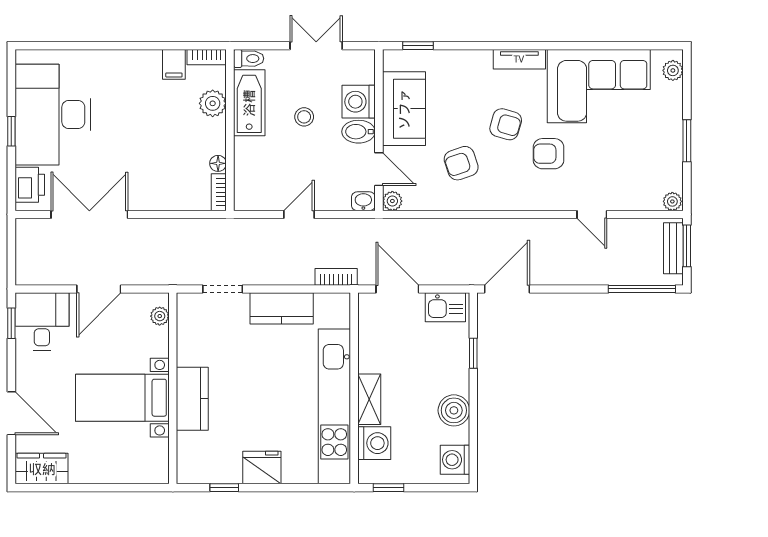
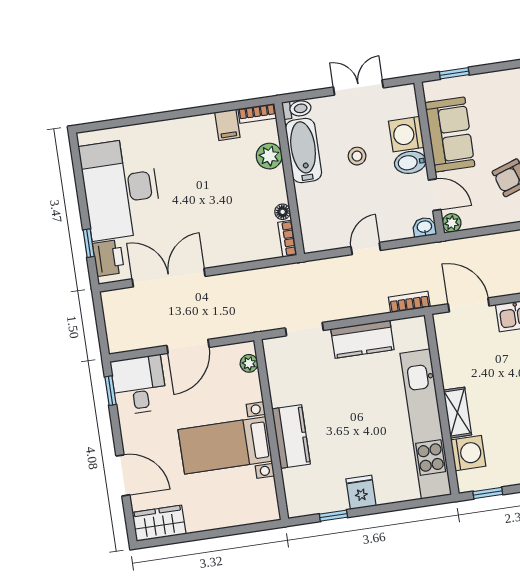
window: (11, 131) -> (89, 243), moved
fridge: (262, 468) -> (361, 492), width x0.72

